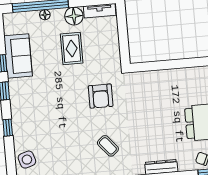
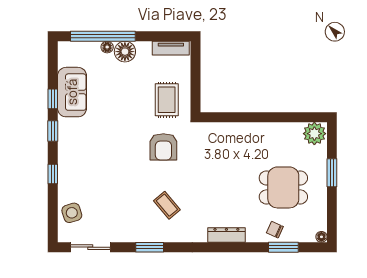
floor lamp: (74, 16) -> (125, 52), moved
rug: (72, 49) -> (167, 100), moved

